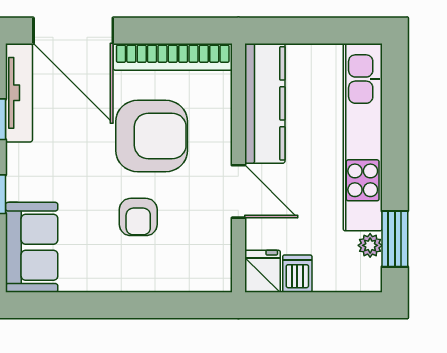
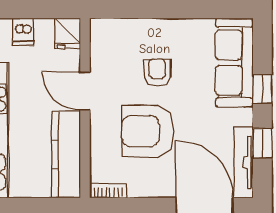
bookcase: (173, 57) -> (108, 190), width x0.43, depth x0.76
sofa: (32, 247) -> (234, 62), width x1.36
dishwasher: (297, 274) -> (23, 32), moved

